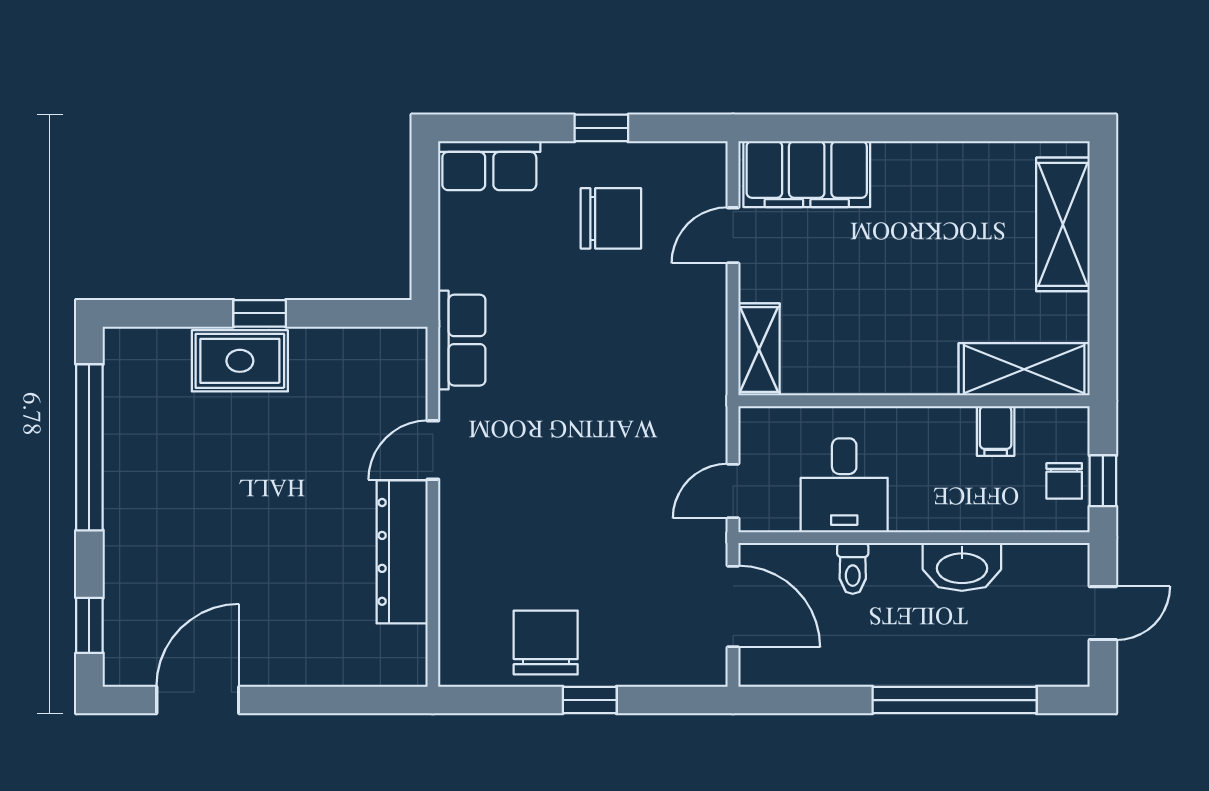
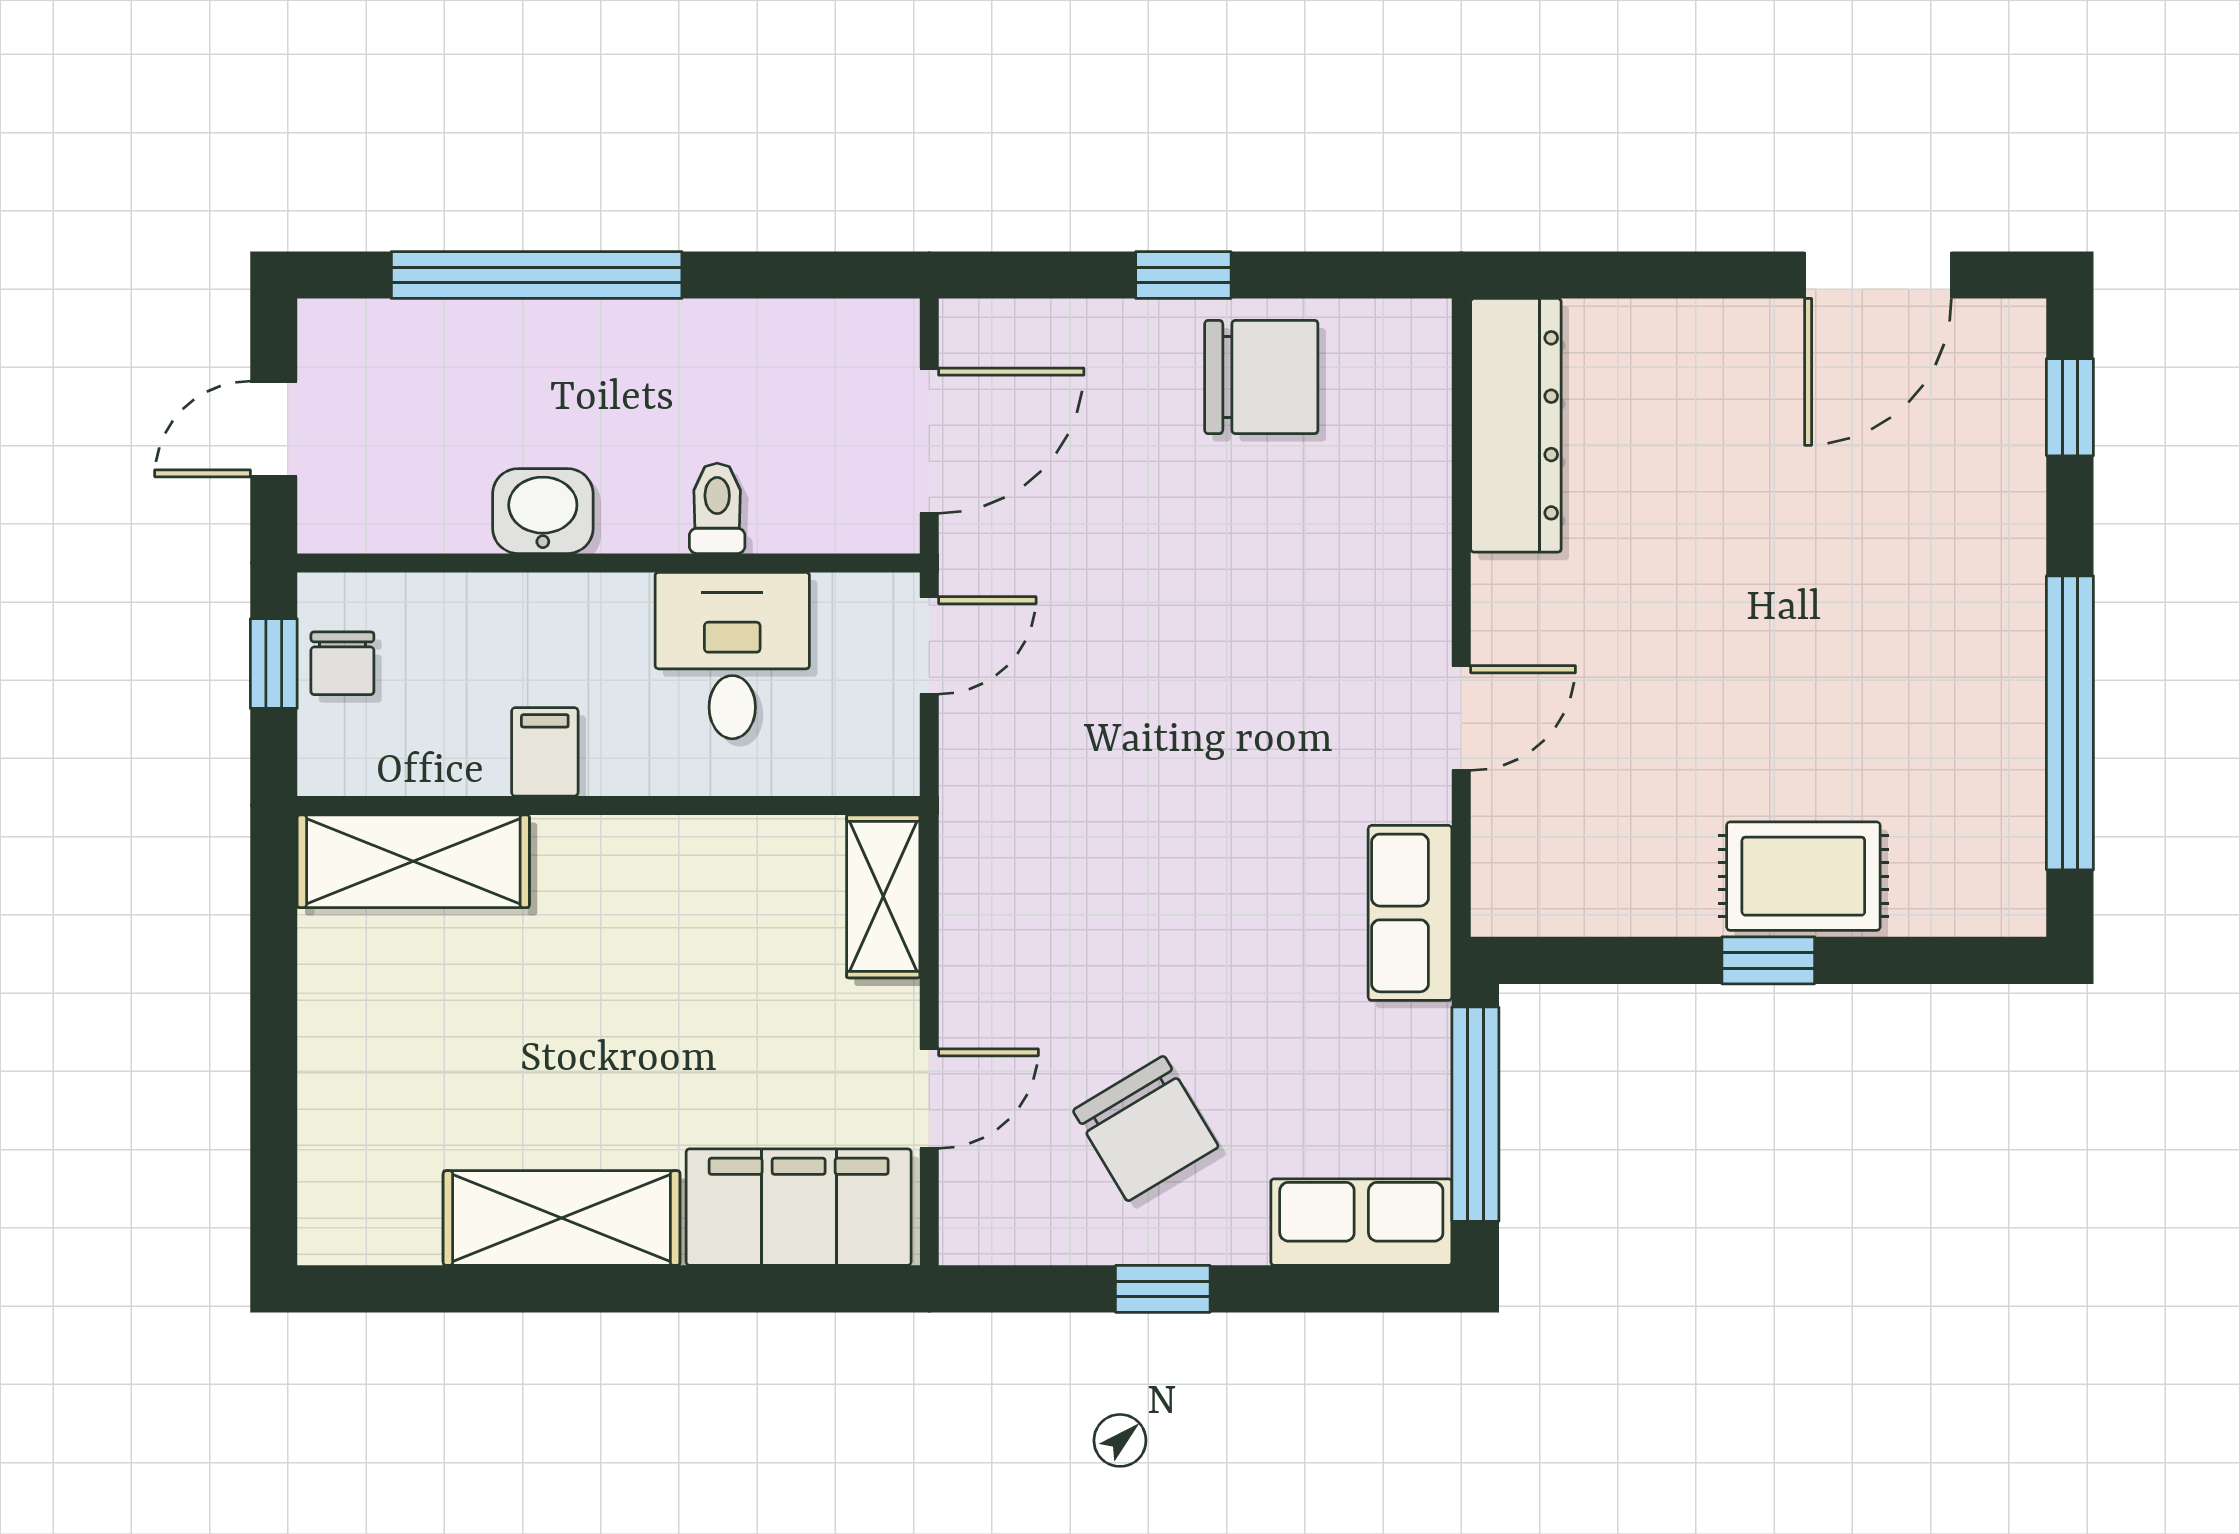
chair: (611, 218) -> (1146, 1129), turned -121
shelving: (1063, 224) -> (562, 1218), moved, turned 90
window: (425, 227) -> (1475, 1114), added
filing cabinet: (996, 431) -> (545, 752), moved
chair: (1064, 481) -> (342, 663), turned 180
dresser: (402, 552) -> (1516, 425), moved
washbasin: (962, 567) -> (543, 511), width x0.72
door: (733, 607) -> (929, 441), swing flipped
chair: (546, 642) -> (1261, 377), turned -90

